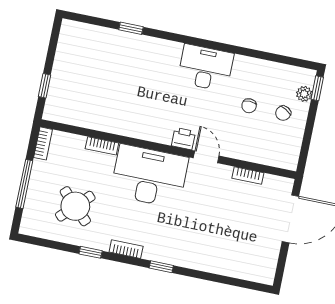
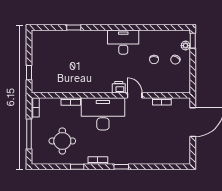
round table: (75, 206) -> (62, 141), turned 45

